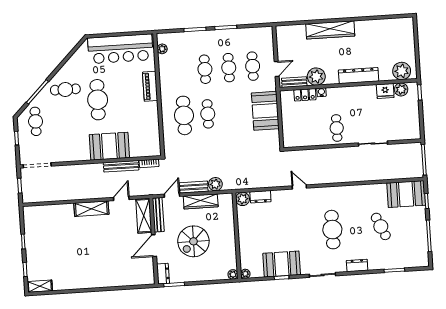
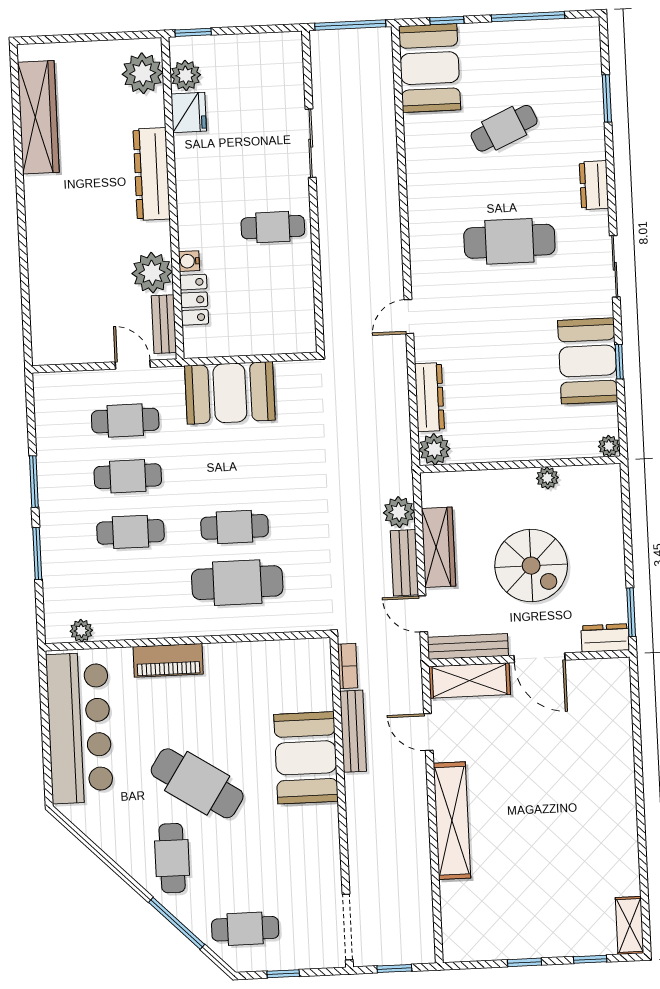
wardrobe: (330, 30) -> (38, 117), moved
cafe table: (98, 100) -> (197, 783), turned 32
dresser: (260, 197) -> (429, 397), width x1.44
shelving: (91, 209) -> (452, 821), width x1.47
plant: (233, 274) -> (547, 478), moved

